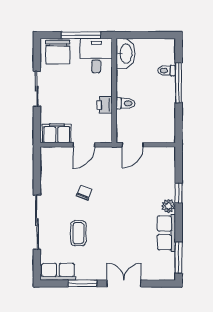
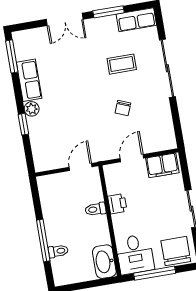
coffee table: (78, 233) -> (122, 64), turned 90

